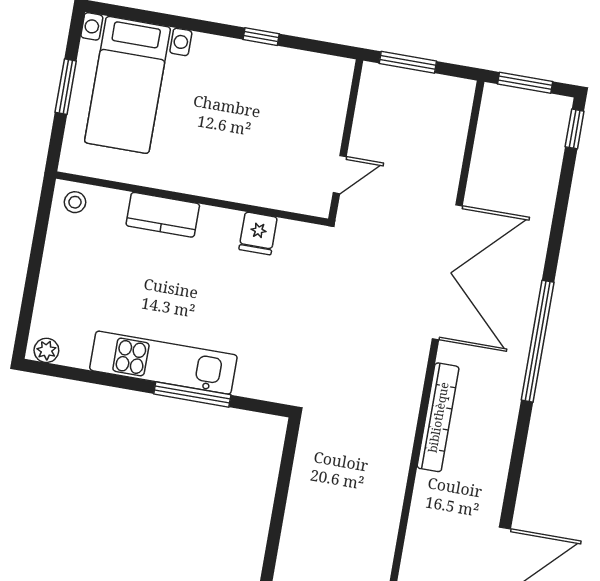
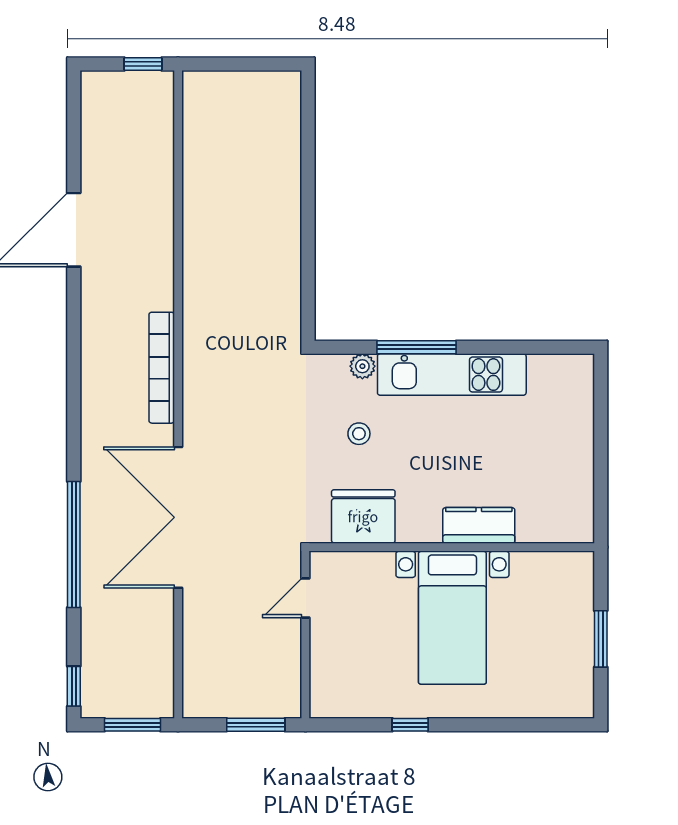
bed with nightstands: (127, 85) -> (452, 618), moved, turned 180
stool: (75, 202) -> (359, 434), moved
fridge: (258, 233) -> (363, 516), width x1.88, depth x1.34
window: (538, 341) -> (74, 544), moved
plant: (46, 350) -> (362, 366), moved

